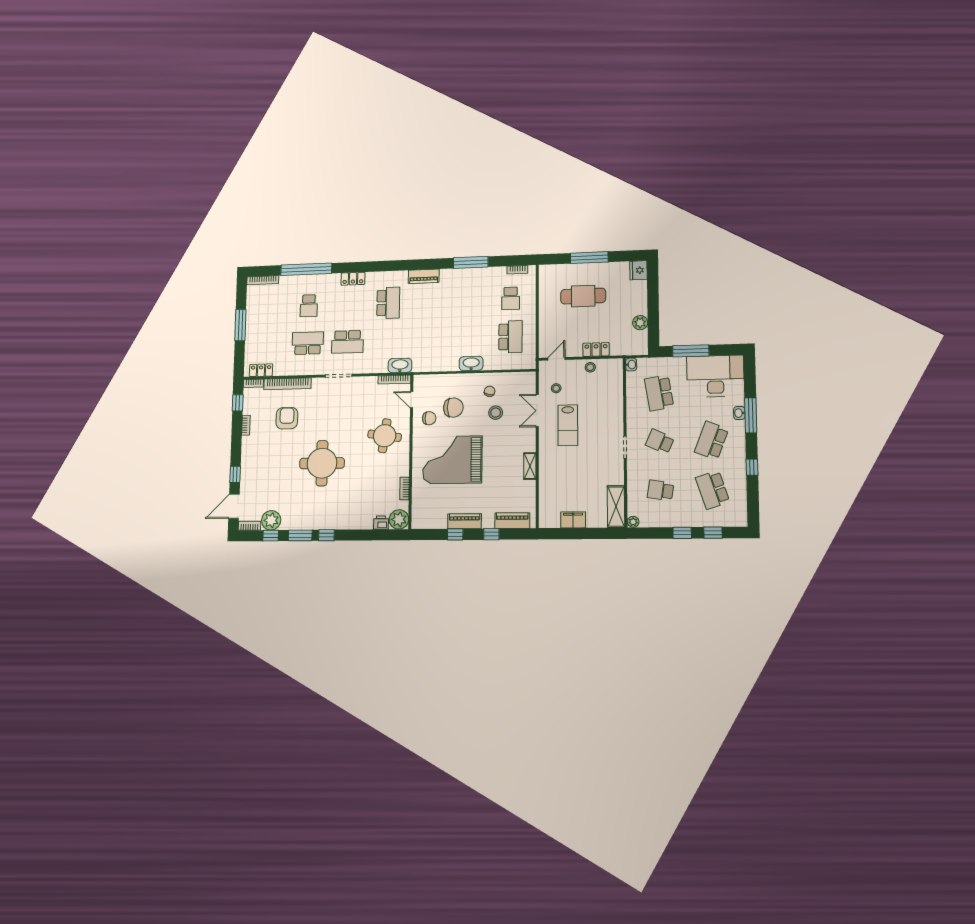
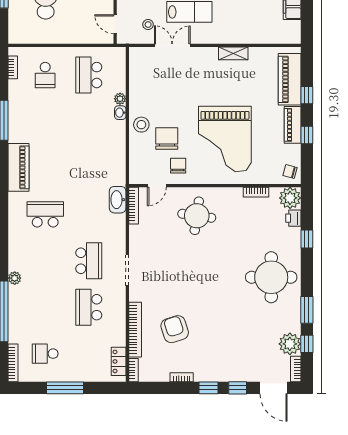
piano: (424, 276) -> (19, 167), width x1.37, depth x1.33
plant: (334, 279) -> (15, 278), added
locker: (353, 279) -> (15, 256), removed
school desk: (511, 298) -> (45, 75), turned 90
school desk: (309, 306) -> (45, 354), moved, turned 180
school desk: (510, 337) -> (89, 75), turned -90
washbasin: (471, 364) -> (120, 113), width x0.52, depth x0.69
plant: (489, 365) -> (120, 99), added
chair: (490, 391) -> (290, 172), moved
window: (238, 403) -> (208, 388), moved
double door: (537, 410) -> (172, 45), swing flipped
stool: (496, 413) -> (141, 125), moved
armchair: (287, 418) -> (175, 329), turned 72
round table: (322, 463) -> (271, 277), moved
piano: (512, 521) -> (290, 79), width x1.37, depth x1.33
window: (326, 535) -> (307, 239), moved

